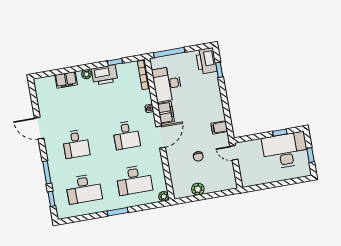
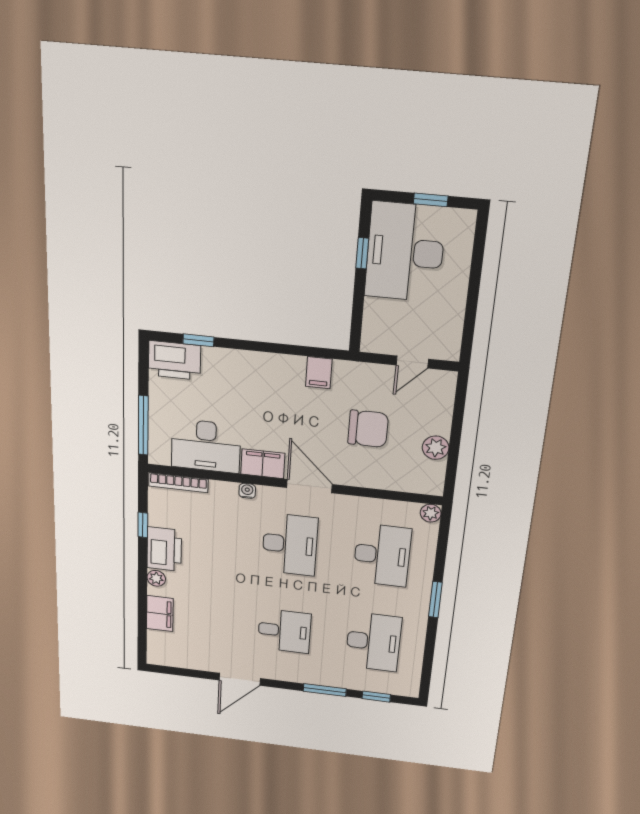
desk: (126, 135) -> (290, 544), width x1.37
door: (234, 153) -> (412, 362), moved
chair: (198, 156) -> (368, 429), width x1.87, depth x1.87

